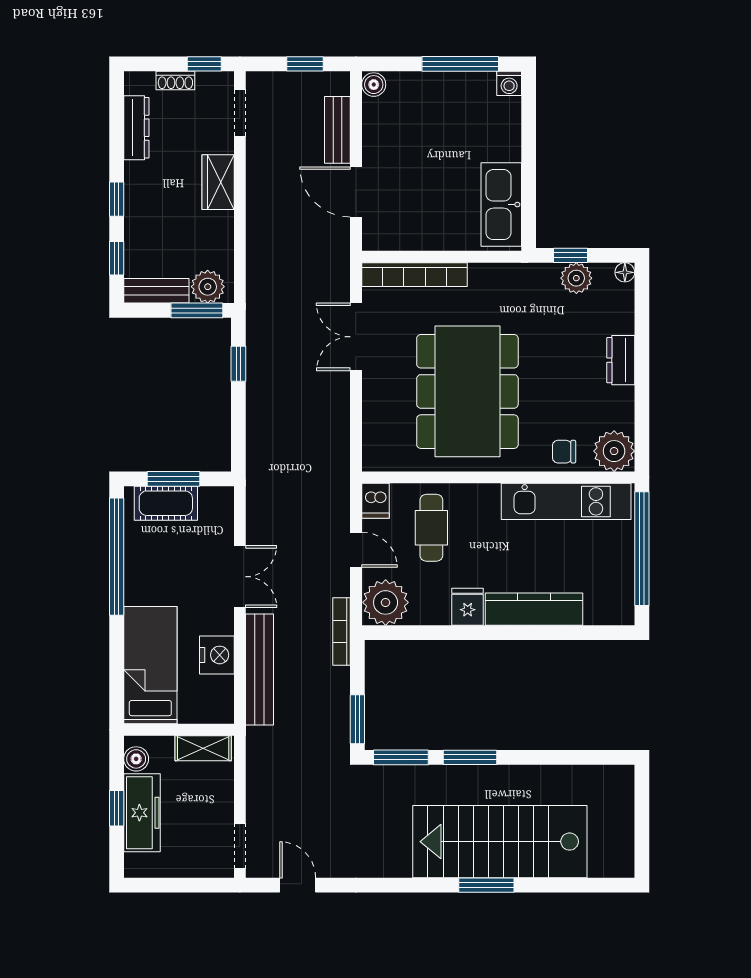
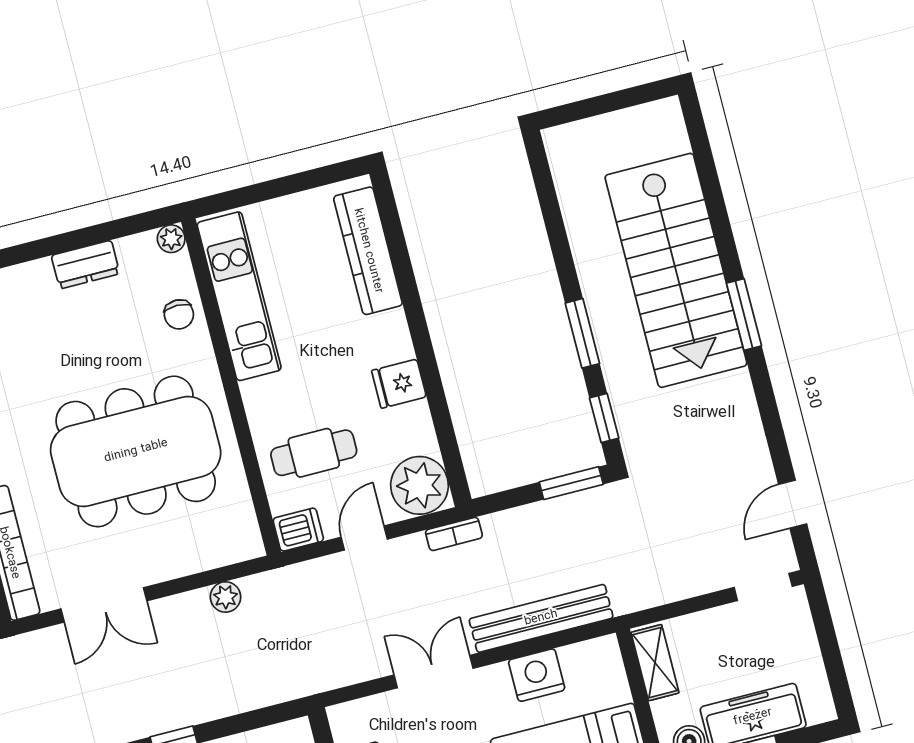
dresser: (621, 360) -> (85, 265), moved
plant: (338, 432) -> (226, 597), added
plant: (614, 451) -> (171, 239), width x0.53, depth x0.53
window: (642, 549) -> (273, 189), removed
kitchen counter: (534, 609) -> (368, 251), moved
bookcase: (342, 631) -> (454, 534), width x0.64
window: (401, 757) -> (604, 418), width x0.67
window: (486, 885) -> (744, 315), moved

